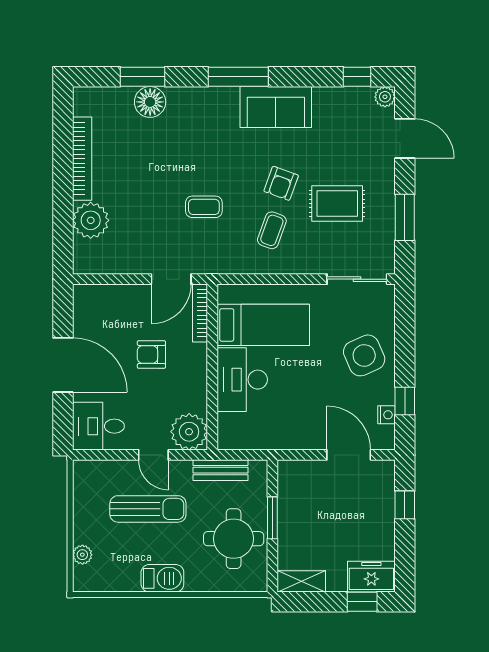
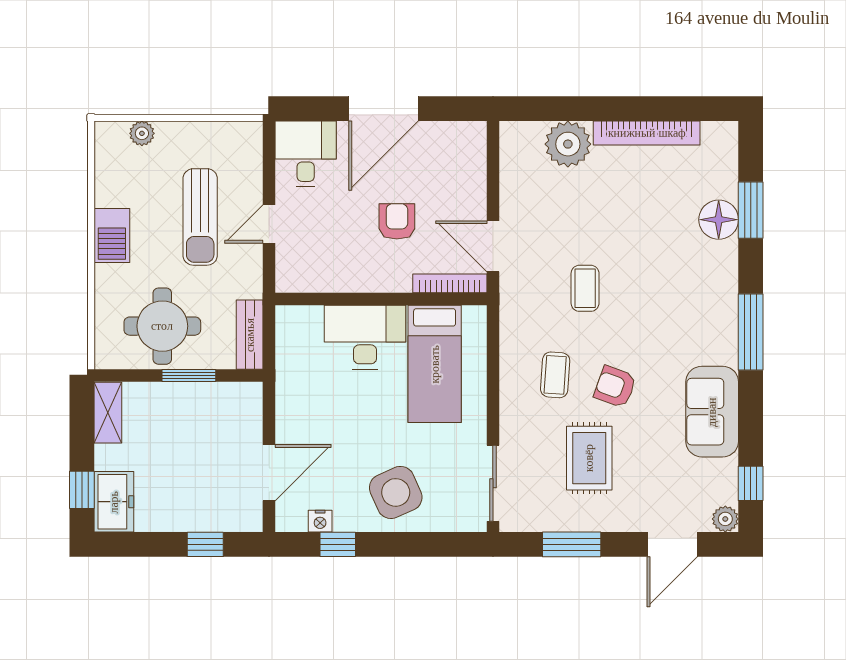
sofa: (276, 107) -> (712, 412), moved
coffee table: (272, 230) -> (555, 375), turned 74
plant: (189, 432) -> (299, 269), removed
bench: (221, 470) -> (250, 335), moved

